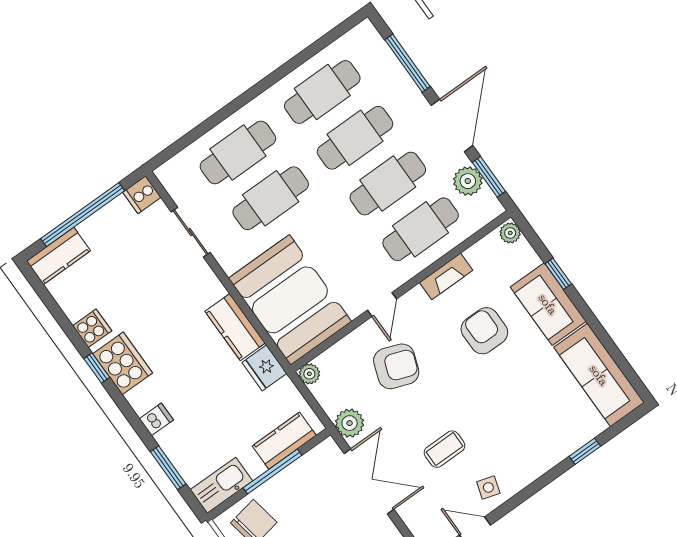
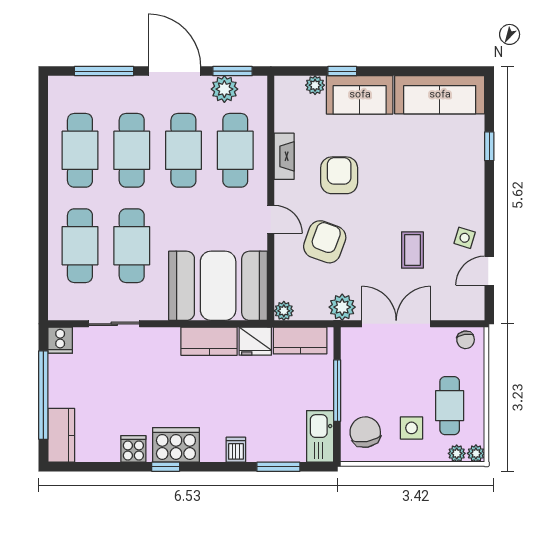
plant: (510, 233) -> (315, 85), moved
armchair: (484, 331) -> (339, 175), moved, turned 90
kitchen counter: (284, 441) -> (300, 341), moved, turned -90

